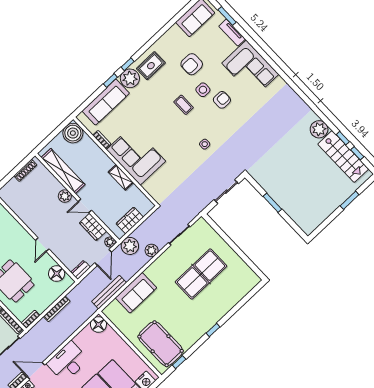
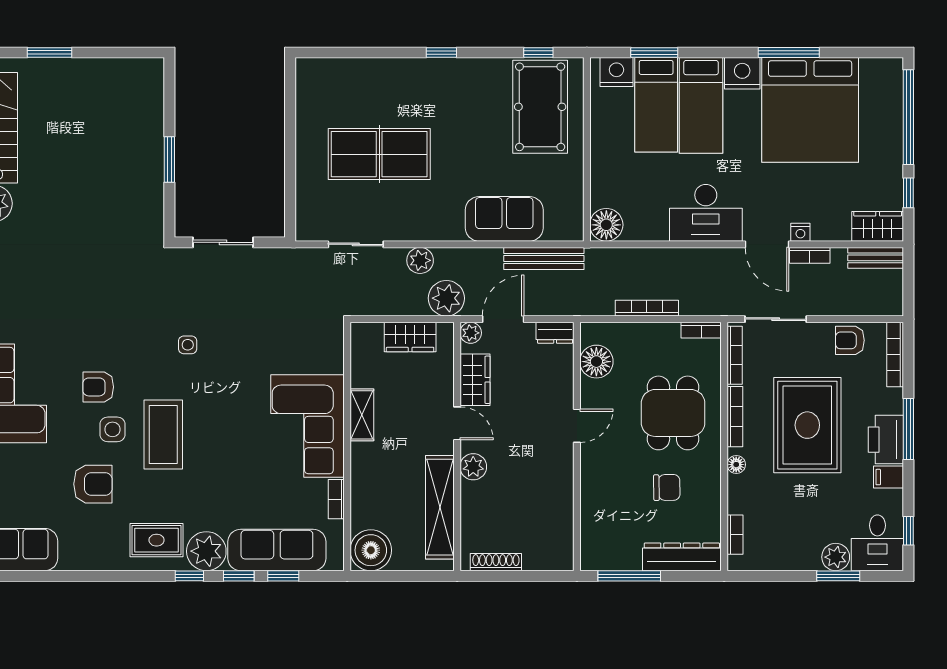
window: (95, 95) -> (283, 576), added
coffee table: (184, 105) -> (163, 434), width x1.86, depth x1.72

